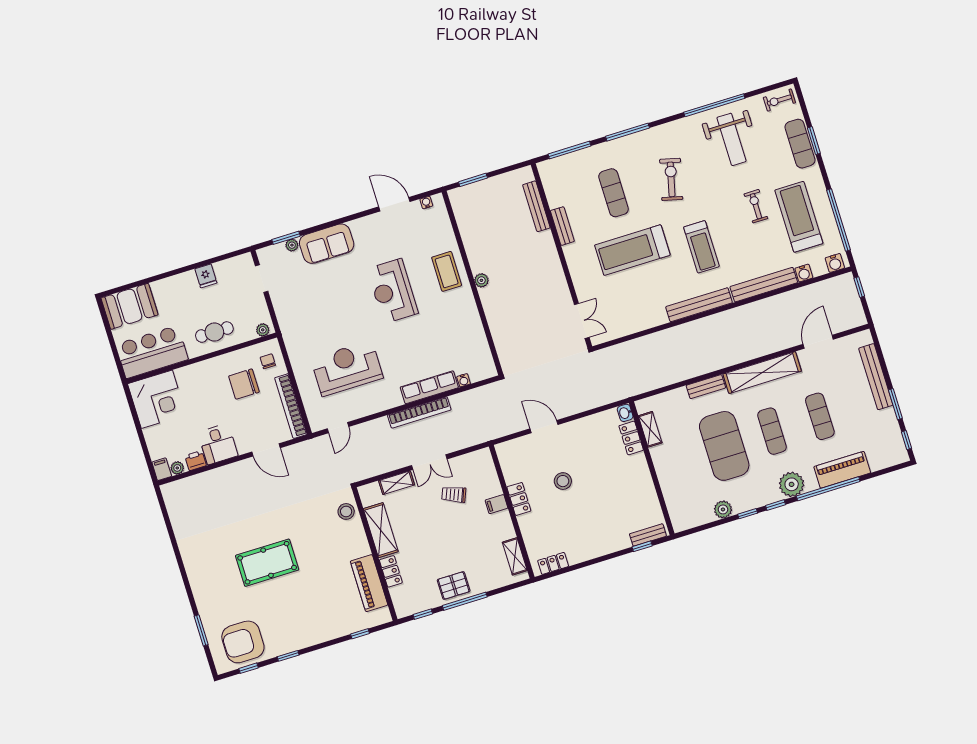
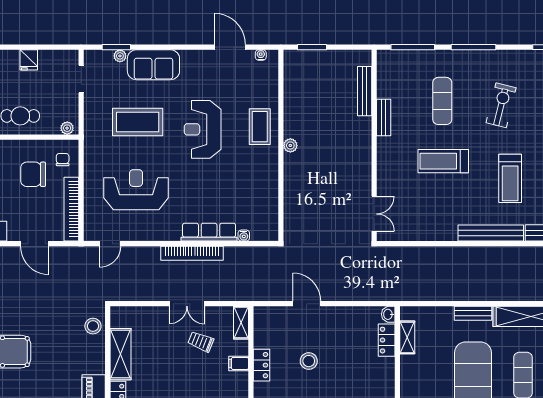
treadmill: (632, 250) -> (443, 161), width x0.73, depth x0.73
coffee table: (328, 303) -> (138, 122), added
shelving: (397, 483) -> (241, 323), moved, turned 90

